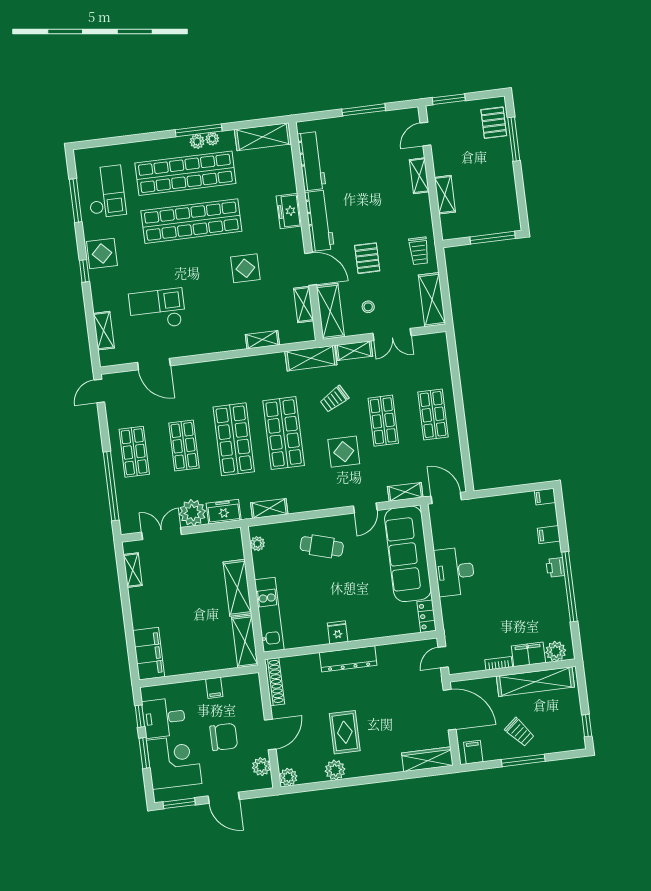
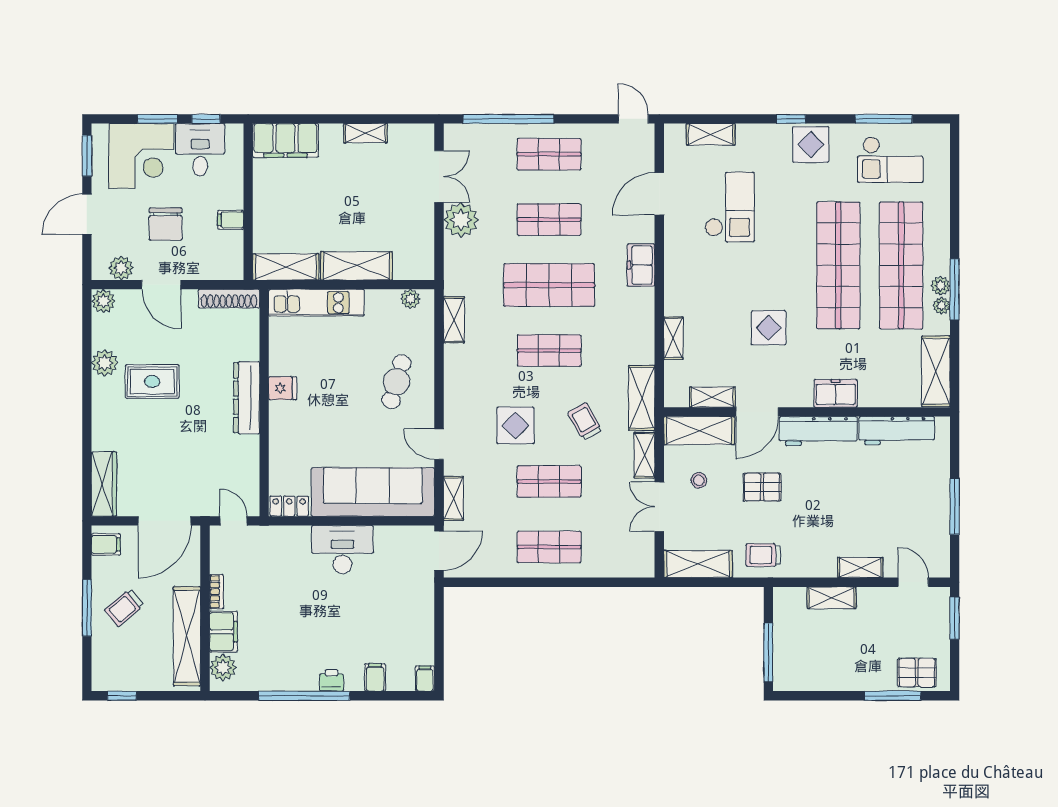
shop shelf: (284, 433) -> (549, 351), width x0.70, depth x0.74
freezer: (224, 512) -> (641, 265), moved, turned 180
shelving: (133, 570) -> (366, 133), moved

